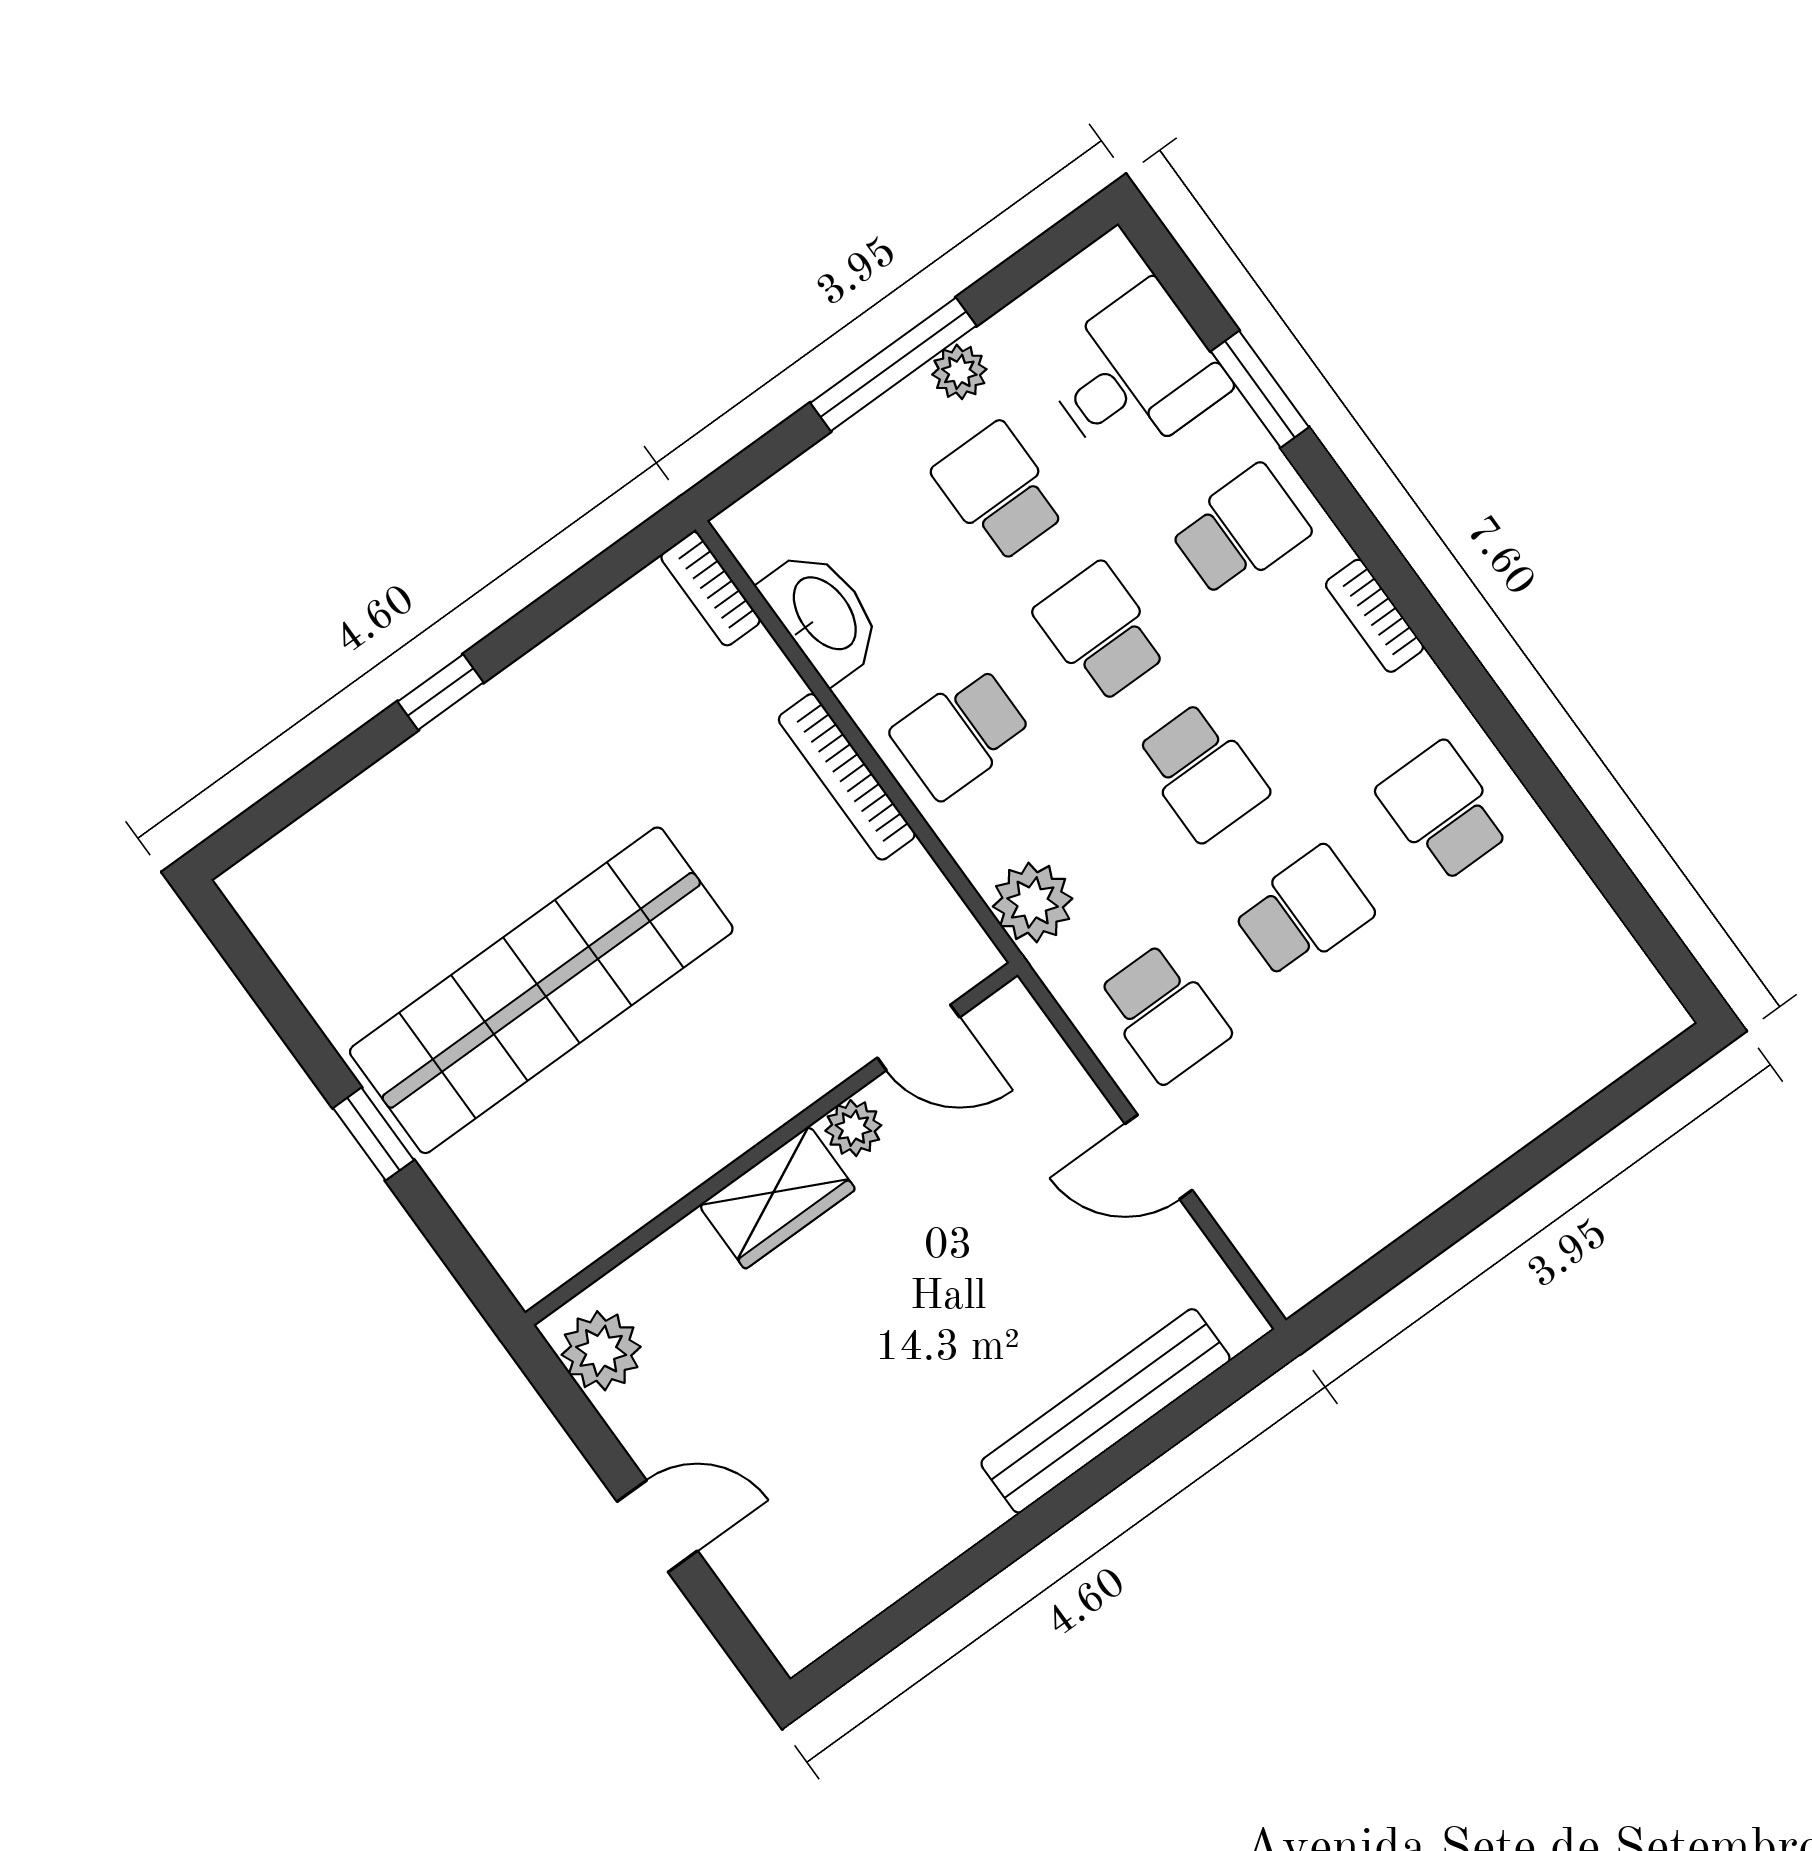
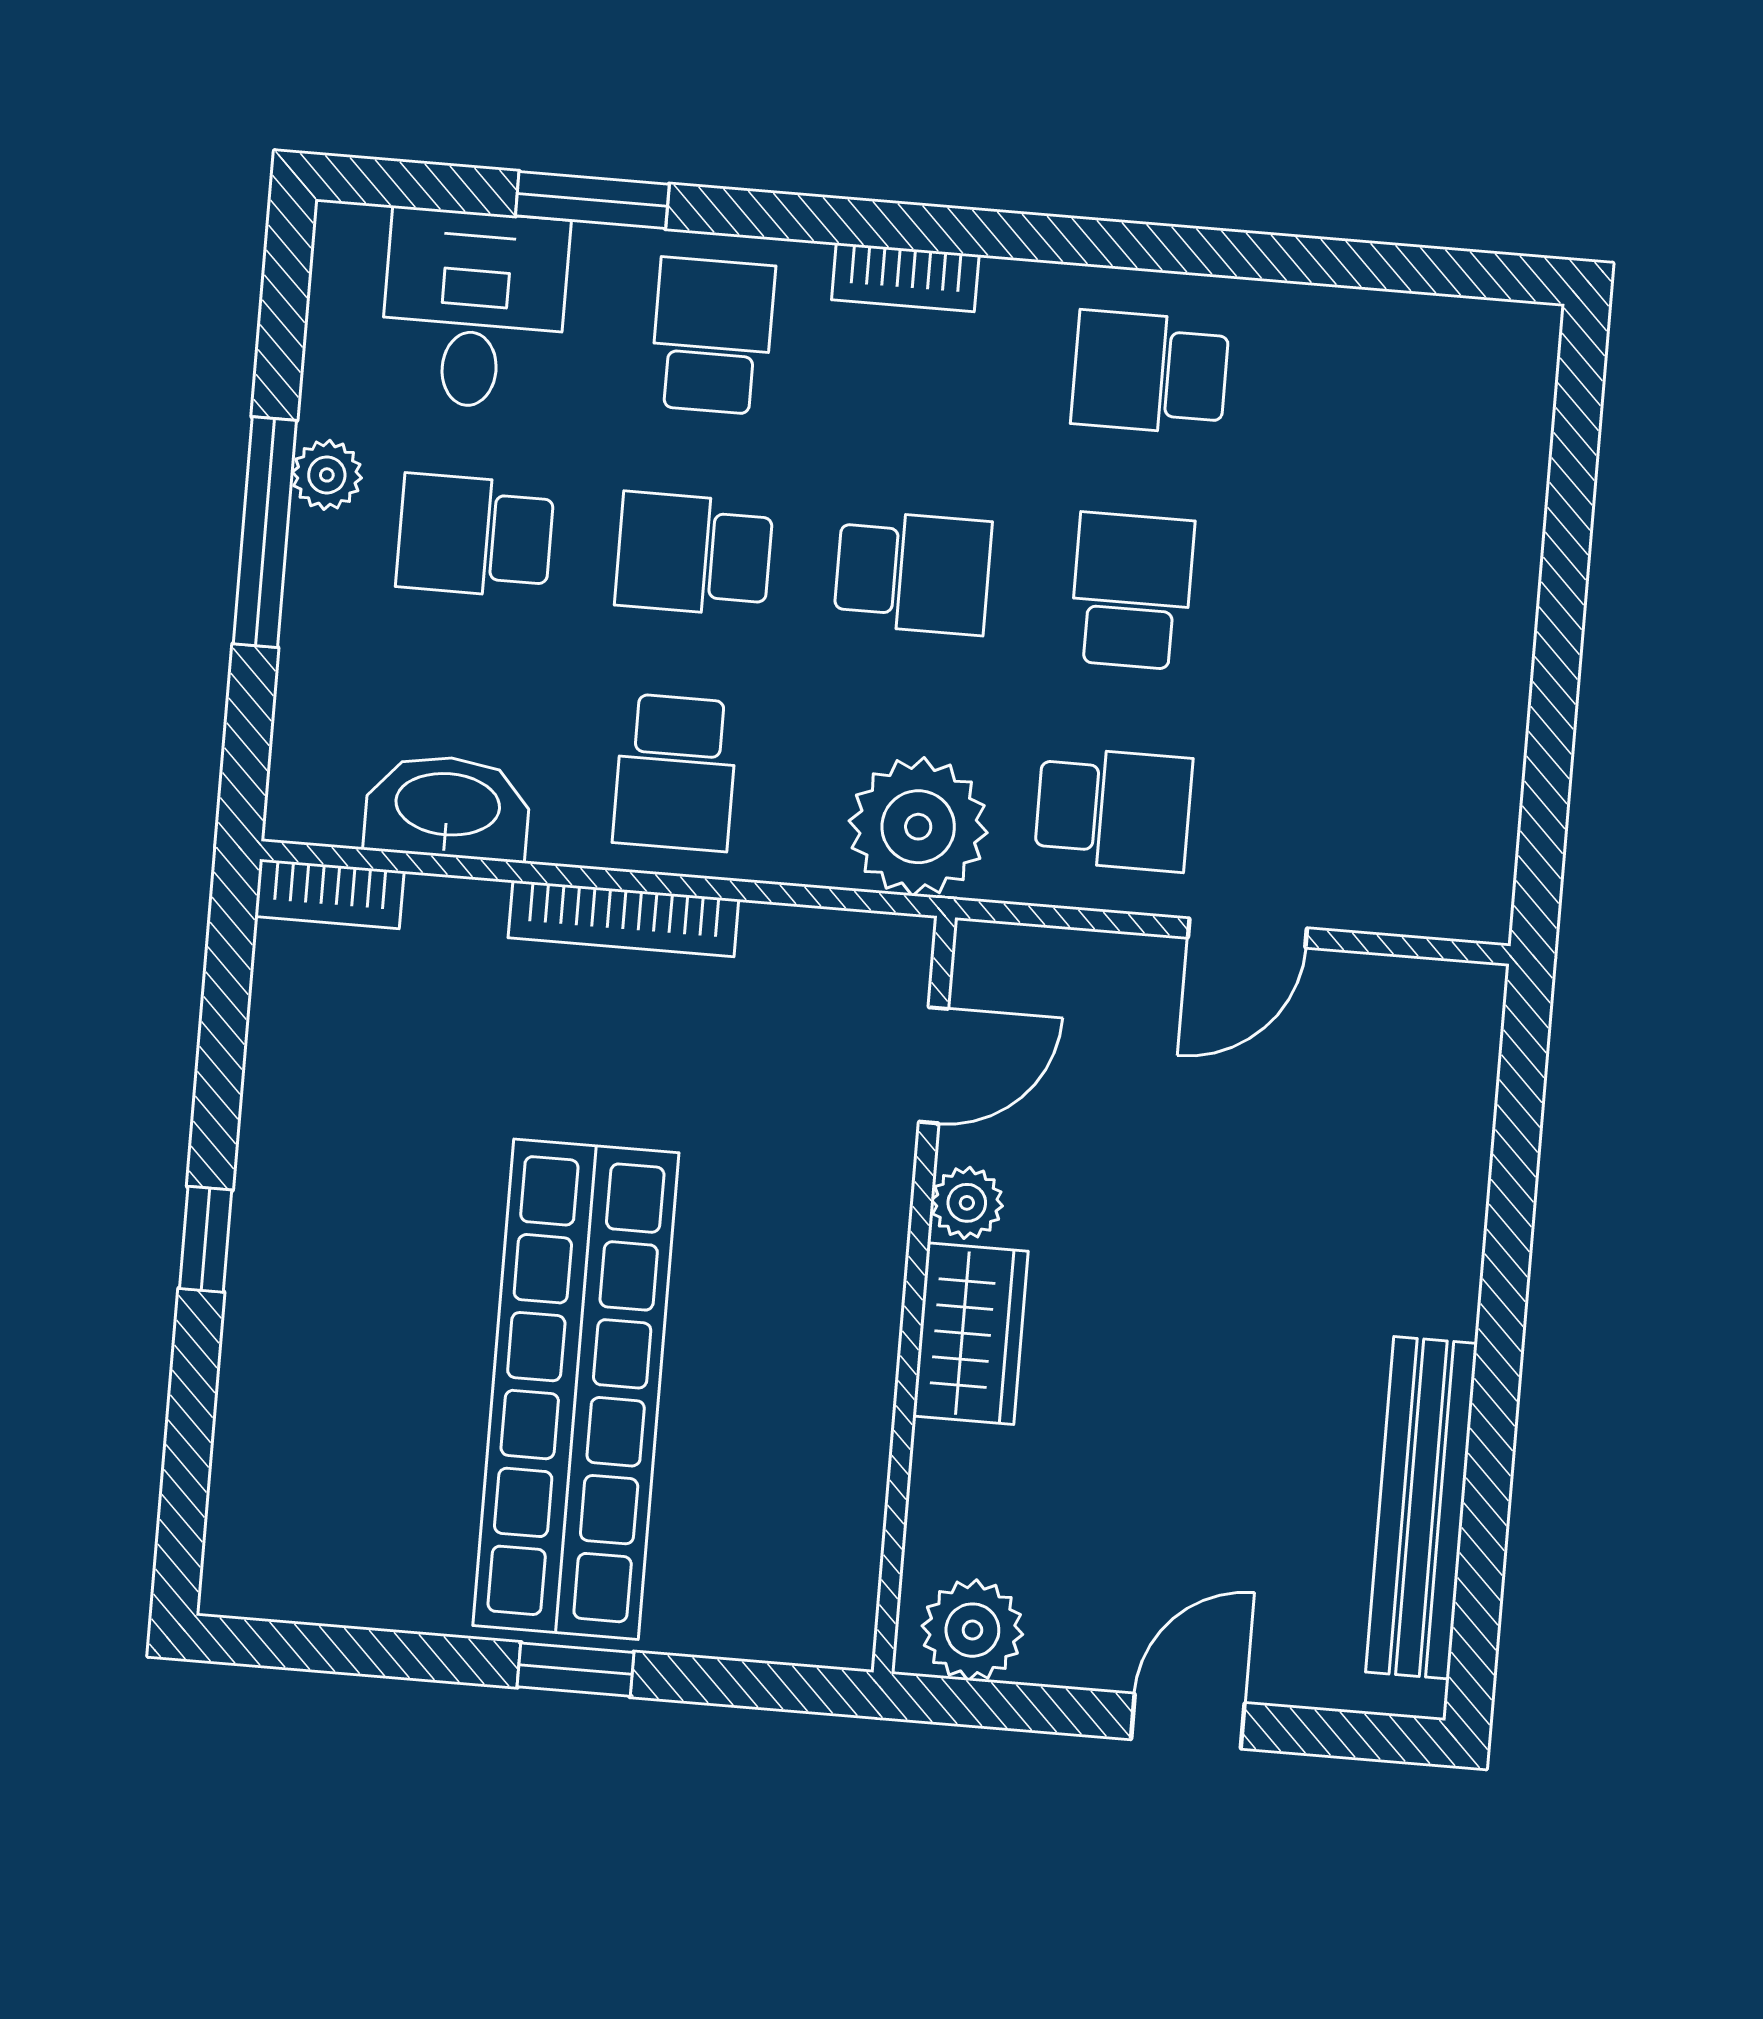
plant: (1033, 902) -> (918, 827), width x1.36, depth x1.36
bench: (1105, 1411) -> (1421, 1508), moved

